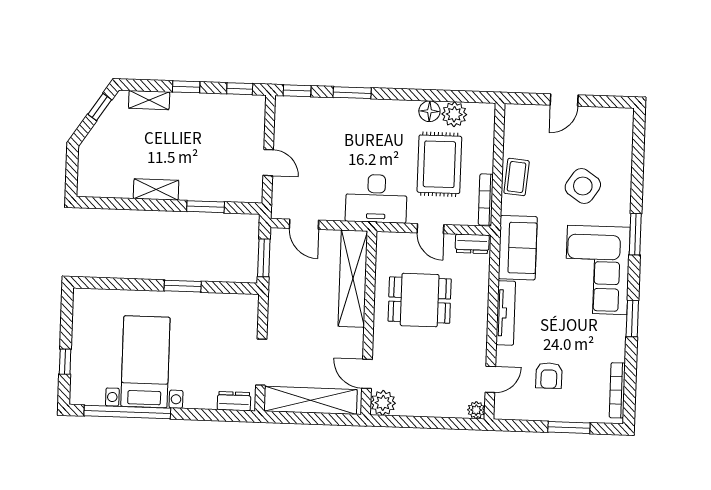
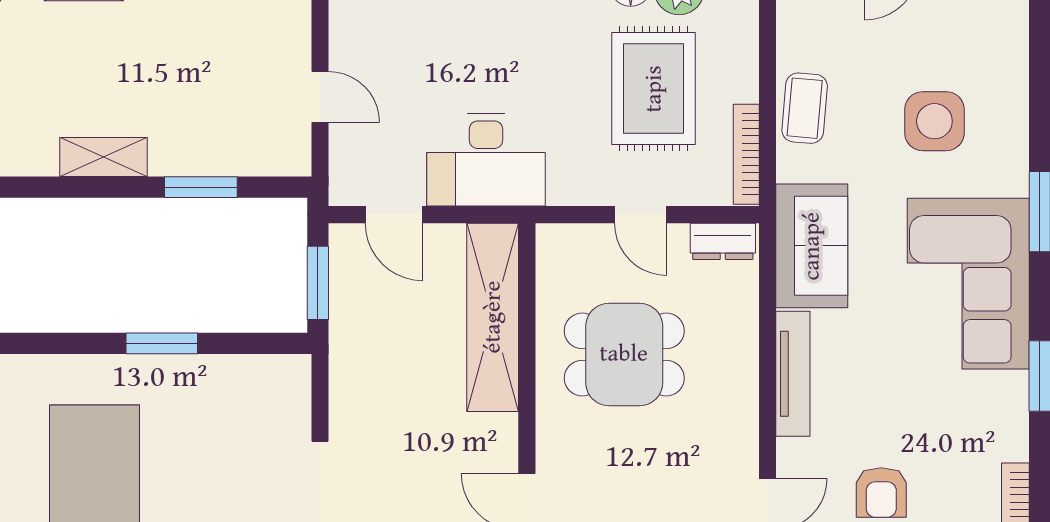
side table: (583, 186) -> (934, 121), turned -34
desk: (376, 199) -> (486, 160), moved

